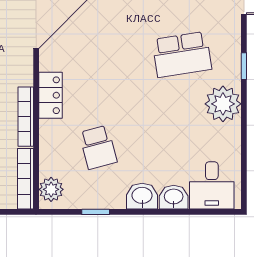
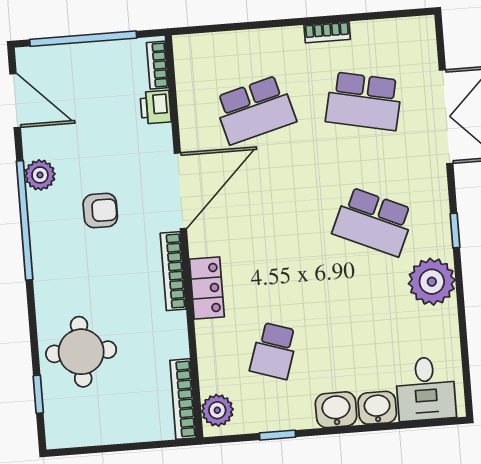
school desk: (182, 54) -> (373, 222), turned 33
bookcase: (26, 117) -> (173, 271), moved
school desk: (98, 147) -> (274, 351), turned 33

